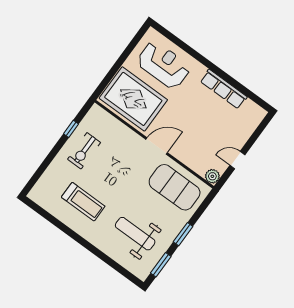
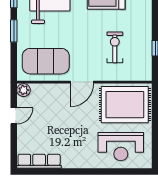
row of seats: (224, 89) -> (39, 161), moved
exercise bike: (84, 151) -> (115, 47), moved

